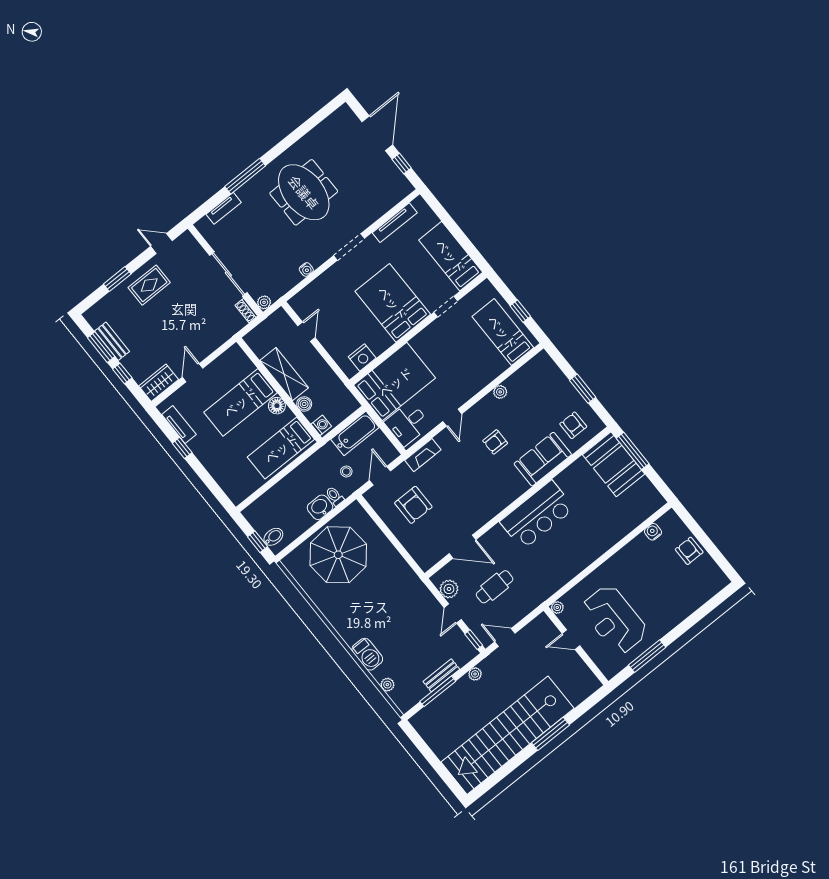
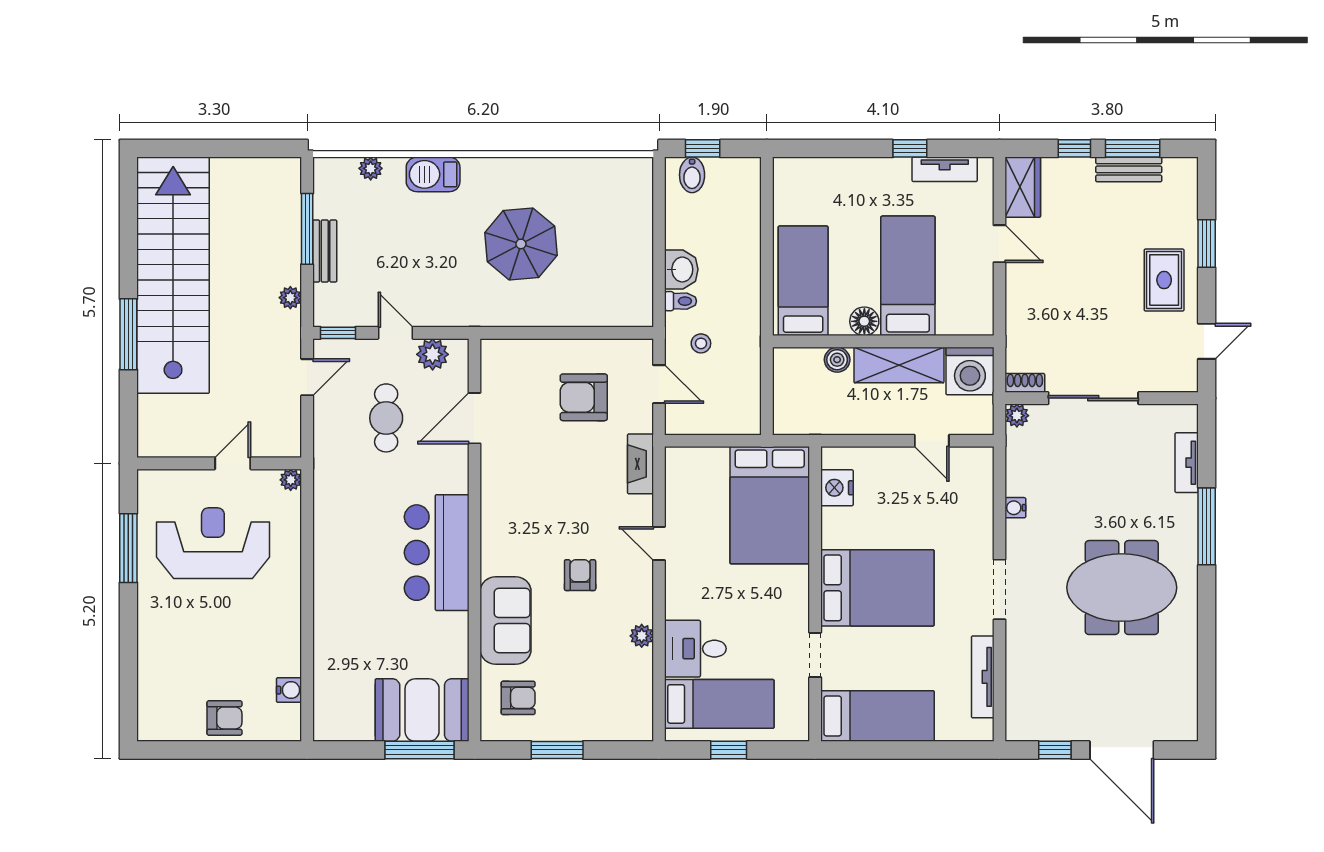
desk: (407, 424) -> (695, 649), moved, turned -90
washing machine: (321, 425) -> (970, 371), moved, width x1.89, depth x1.89
bathtub: (355, 433) -> (743, 396), removed
parasol: (338, 555) -> (521, 244), moved, width x0.73, depth x0.73

